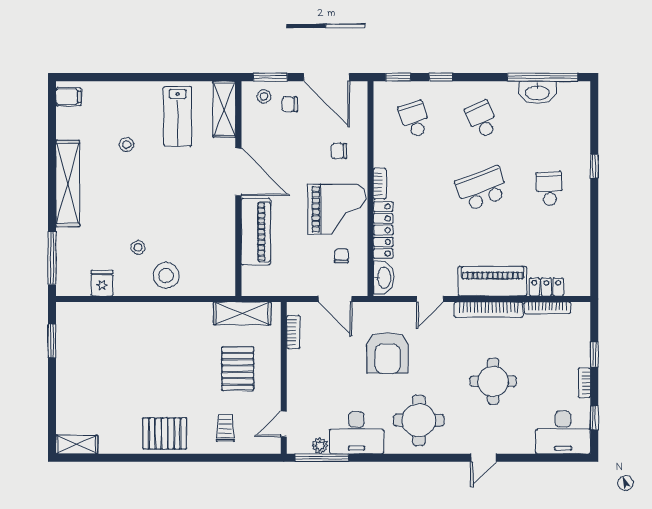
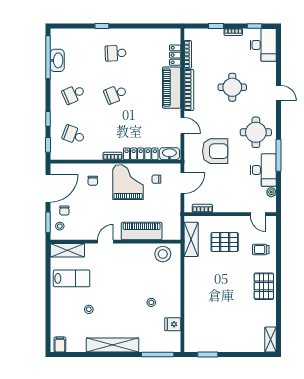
school desk: (414, 119) -> (74, 135), turned 39
door: (238, 172) -> (105, 242), width x0.53
school desk: (482, 189) -> (116, 94), width x0.54
stool: (166, 276) -> (163, 254), moved
window: (322, 458) -> (279, 155), moved

